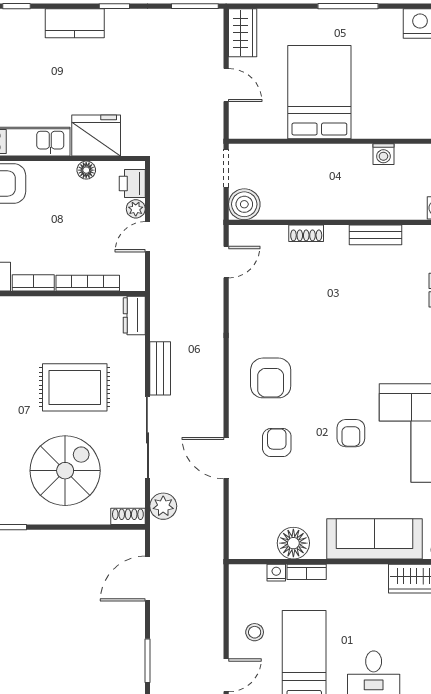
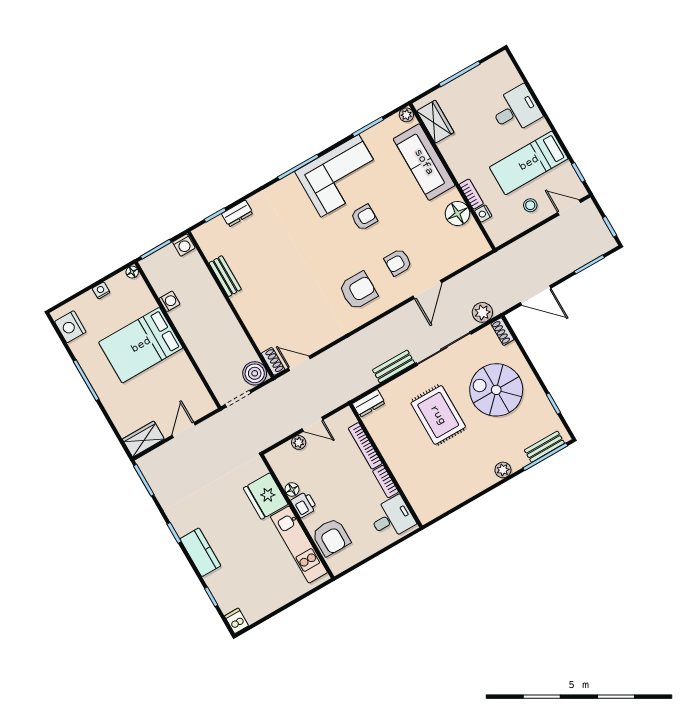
bed: (319, 92) -> (141, 345), moved
printer: (132, 184) -> (304, 505), moved, turned -90
shoe rack: (306, 233) -> (273, 361), moved

